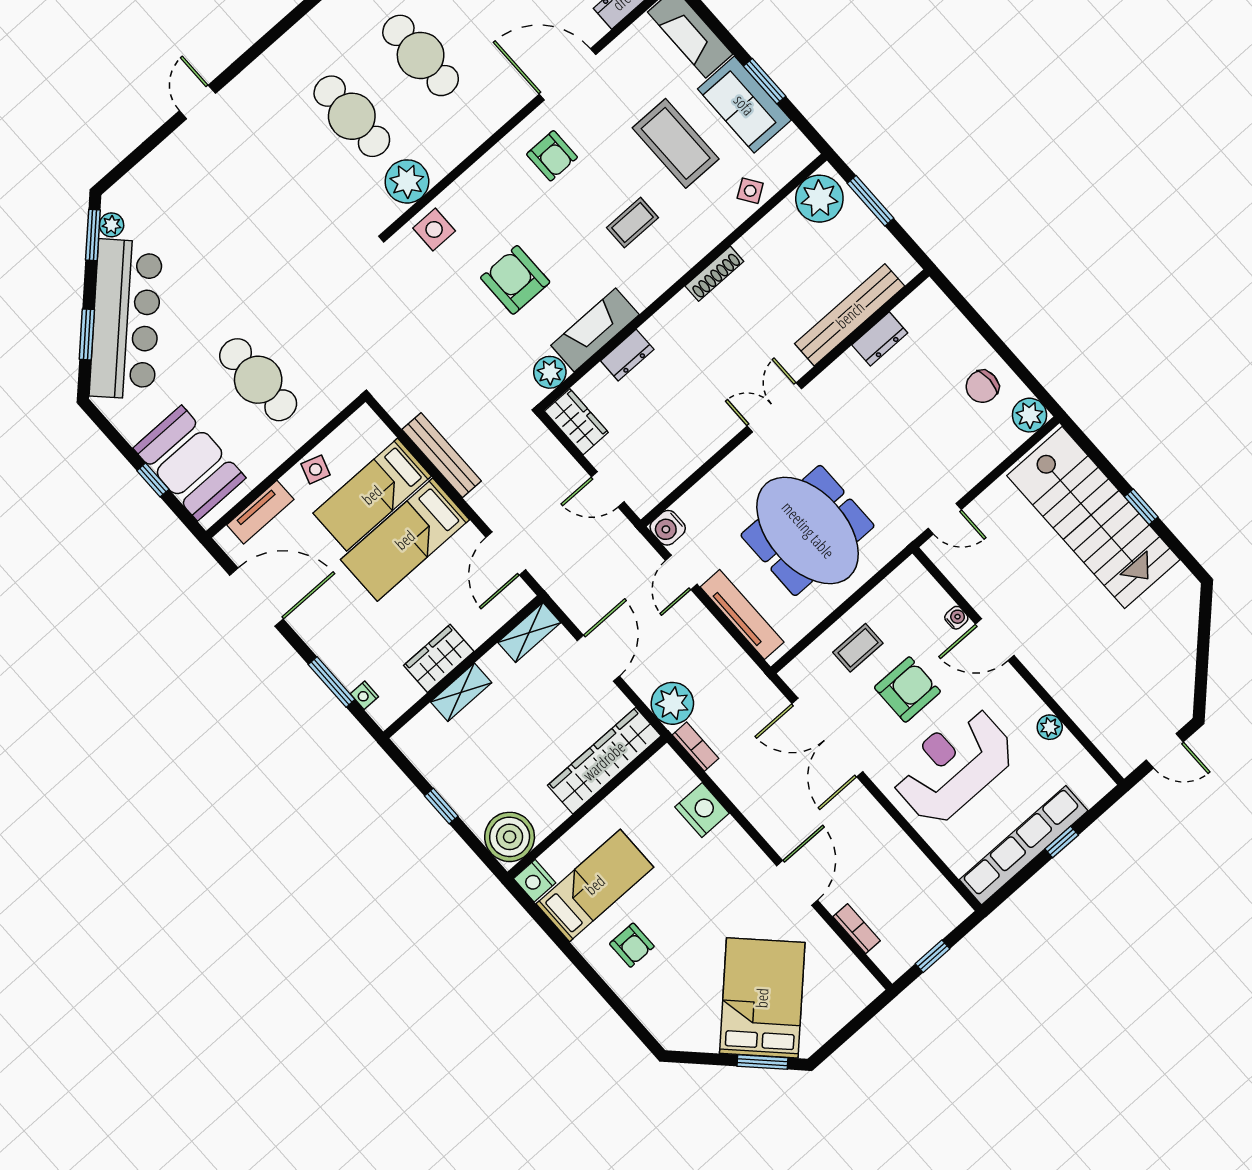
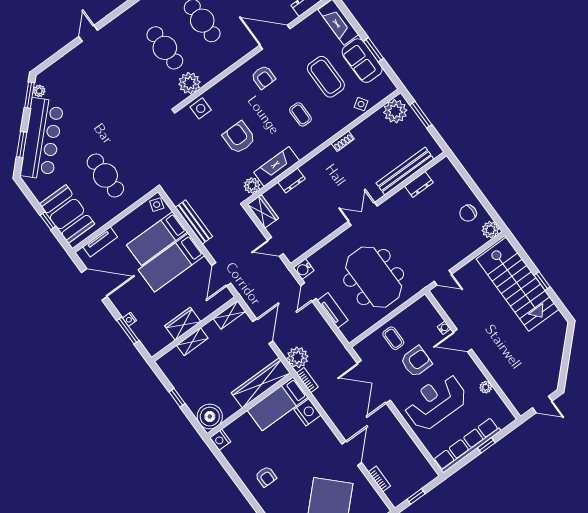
coffee table: (633, 223) -> (300, 114), turned 90
shoe rack: (714, 274) -> (343, 141), width x0.70
side table: (316, 469) -> (157, 205), moved
tv unit: (742, 615) -> (333, 310), width x0.71
coffee table: (858, 648) -> (393, 338), turned 90
nightstand: (364, 695) -> (130, 319), moved
bed: (595, 885) -> (278, 404), moved, turned 180

